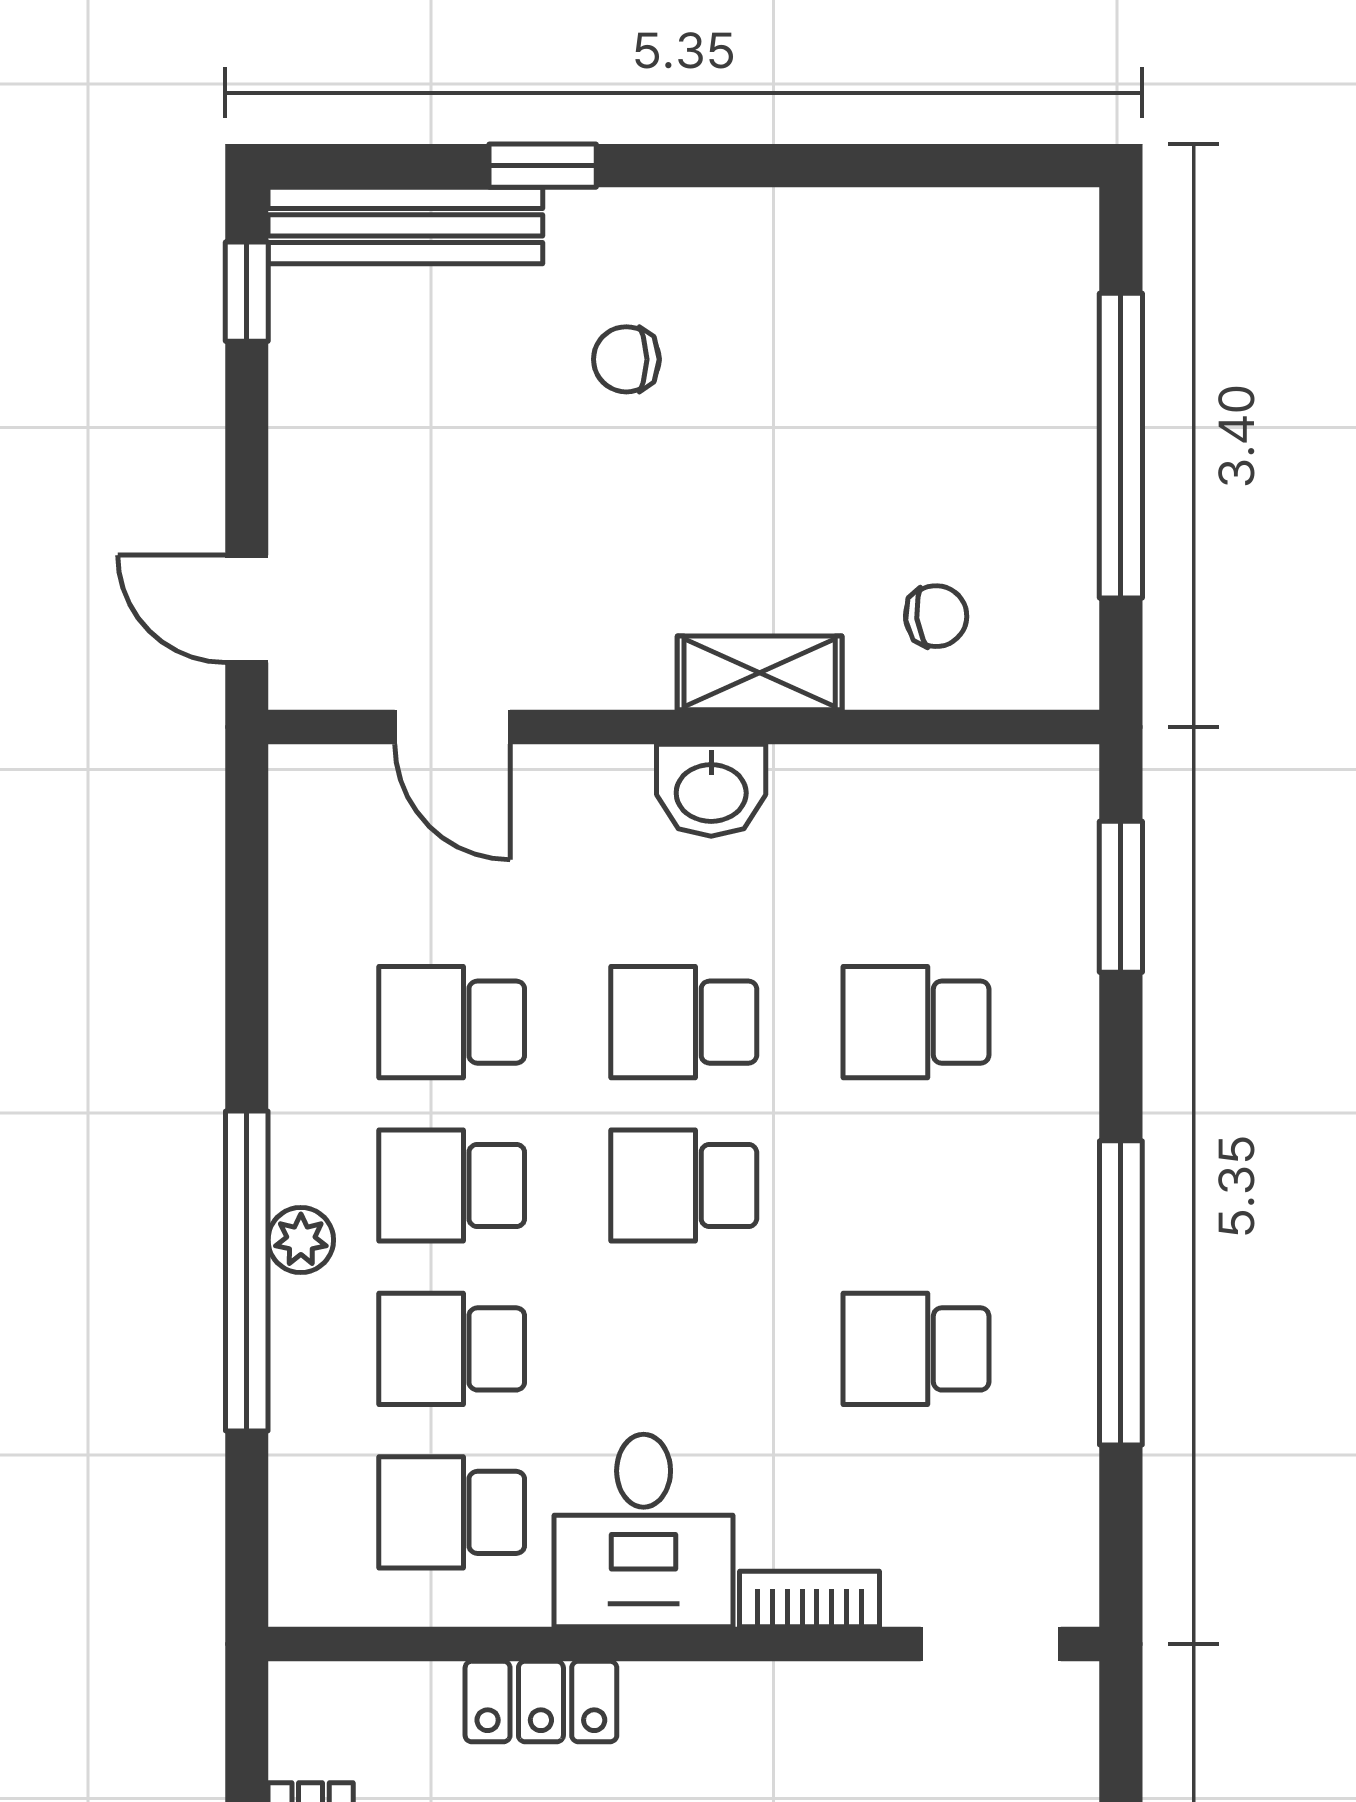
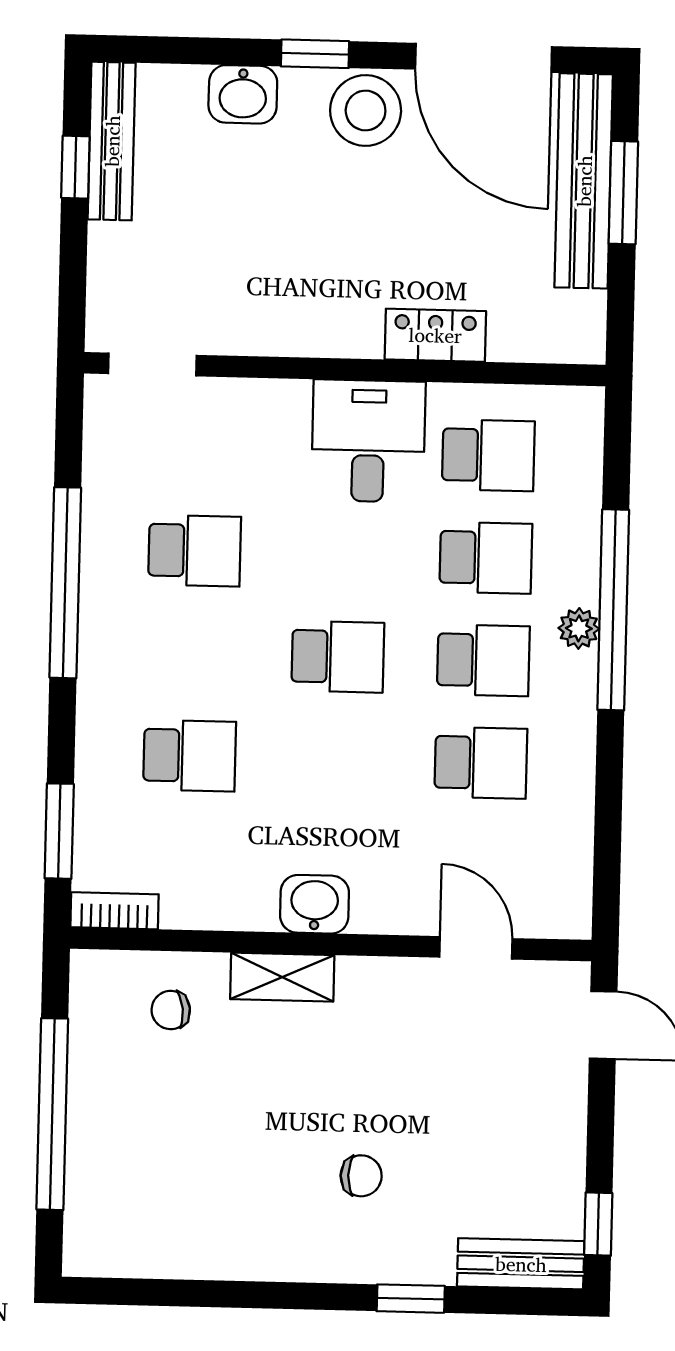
bench: (405, 225) -> (521, 1264), width x0.73
school desk: (684, 1022) -> (335, 759), removed
bookcase: (810, 1599) -> (114, 911), moved, turned 180

